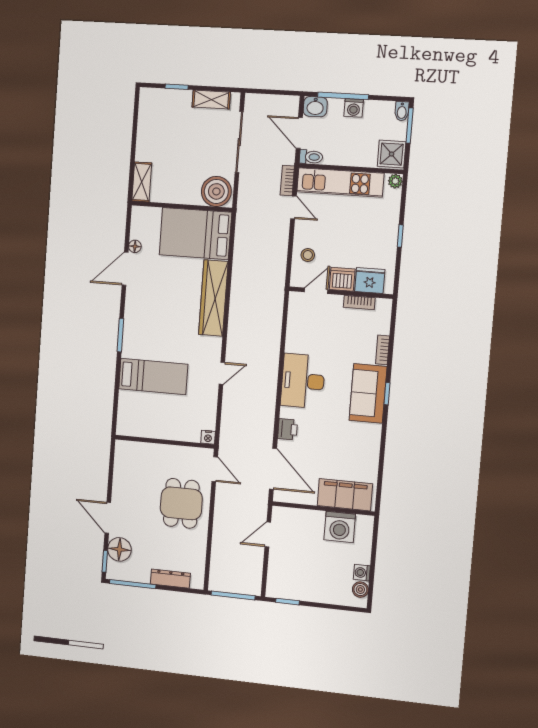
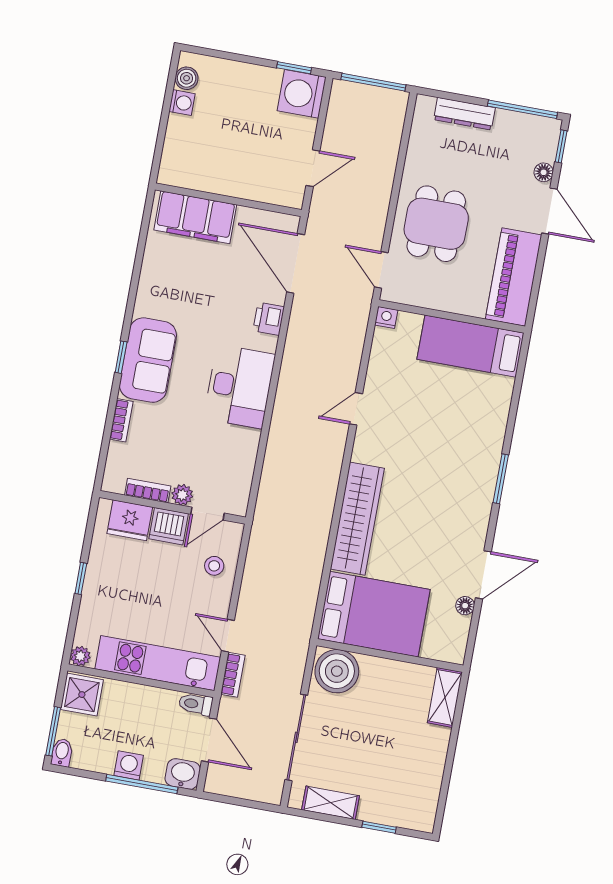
plant: (335, 302) -> (182, 495), added
bed: (153, 376) -> (471, 346), moved
piano: (126, 472) -> (514, 277), added
washing machine: (340, 527) -> (302, 94), moved, turned -90
floor lamp: (119, 549) -> (544, 172), width x0.53, depth x0.53

